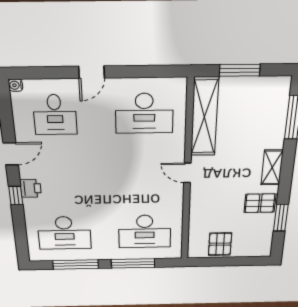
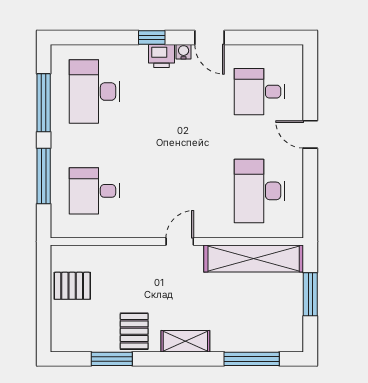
water cooler: (15, 85) -> (184, 52), moved
desk: (145, 231) -> (94, 191), width x0.73

